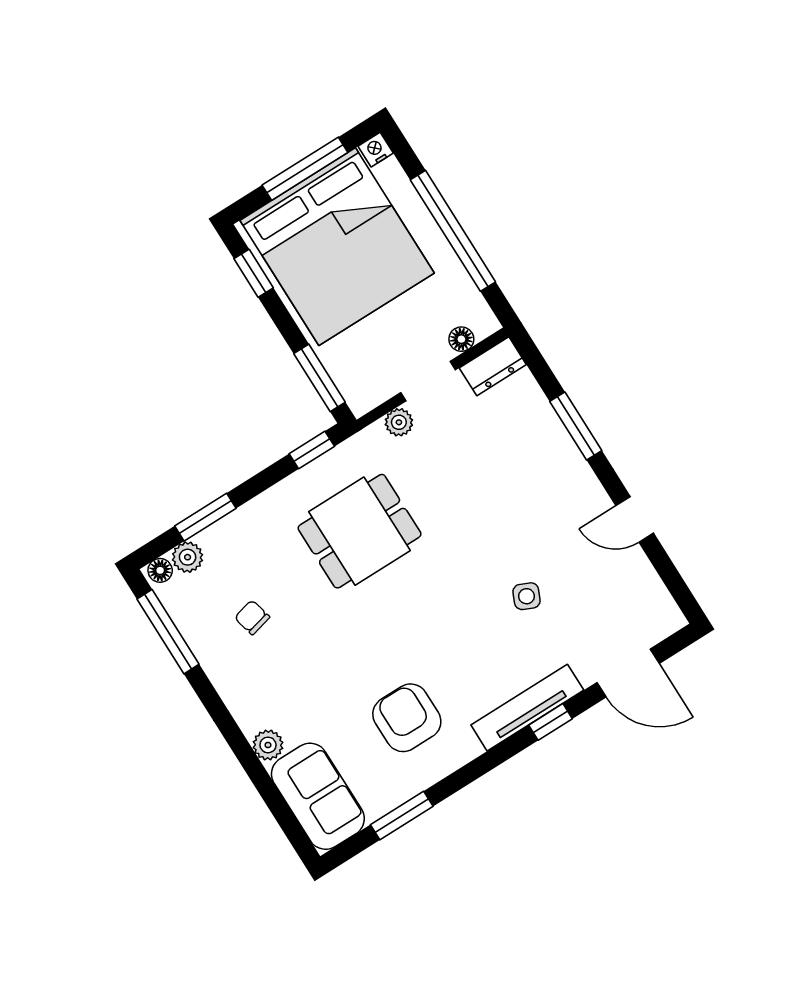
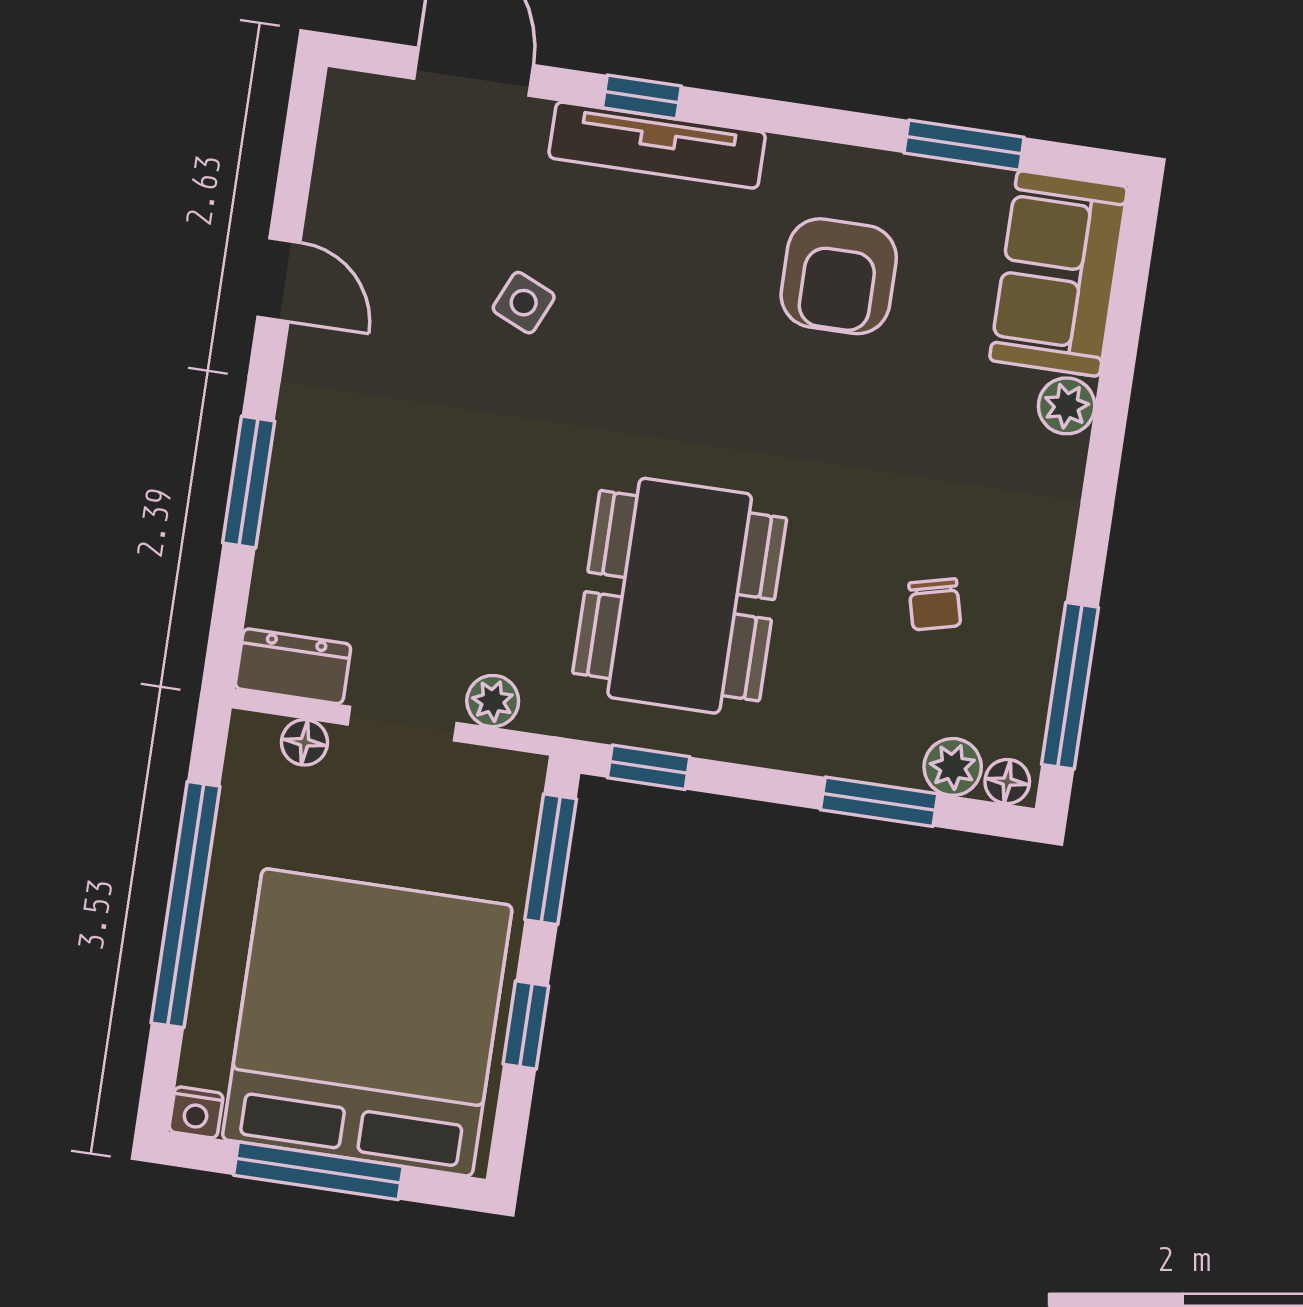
window: (254, 273) -> (526, 1025), moved
dining table: (360, 531) -> (680, 596), width x1.38

